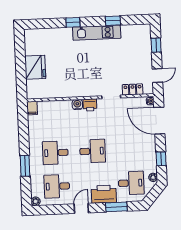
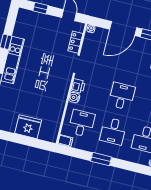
desk: (54, 119) -> (82, 123), added
door: (159, 121) -> (123, 28), moved
window: (25, 166) -> (101, 159), moved

